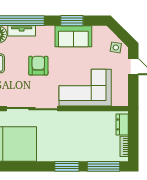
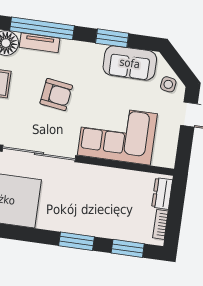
sofa: (73, 36) -> (130, 63), moved
armchair: (38, 66) -> (56, 95), turned 98
window: (103, 166) -> (128, 248), width x0.69

